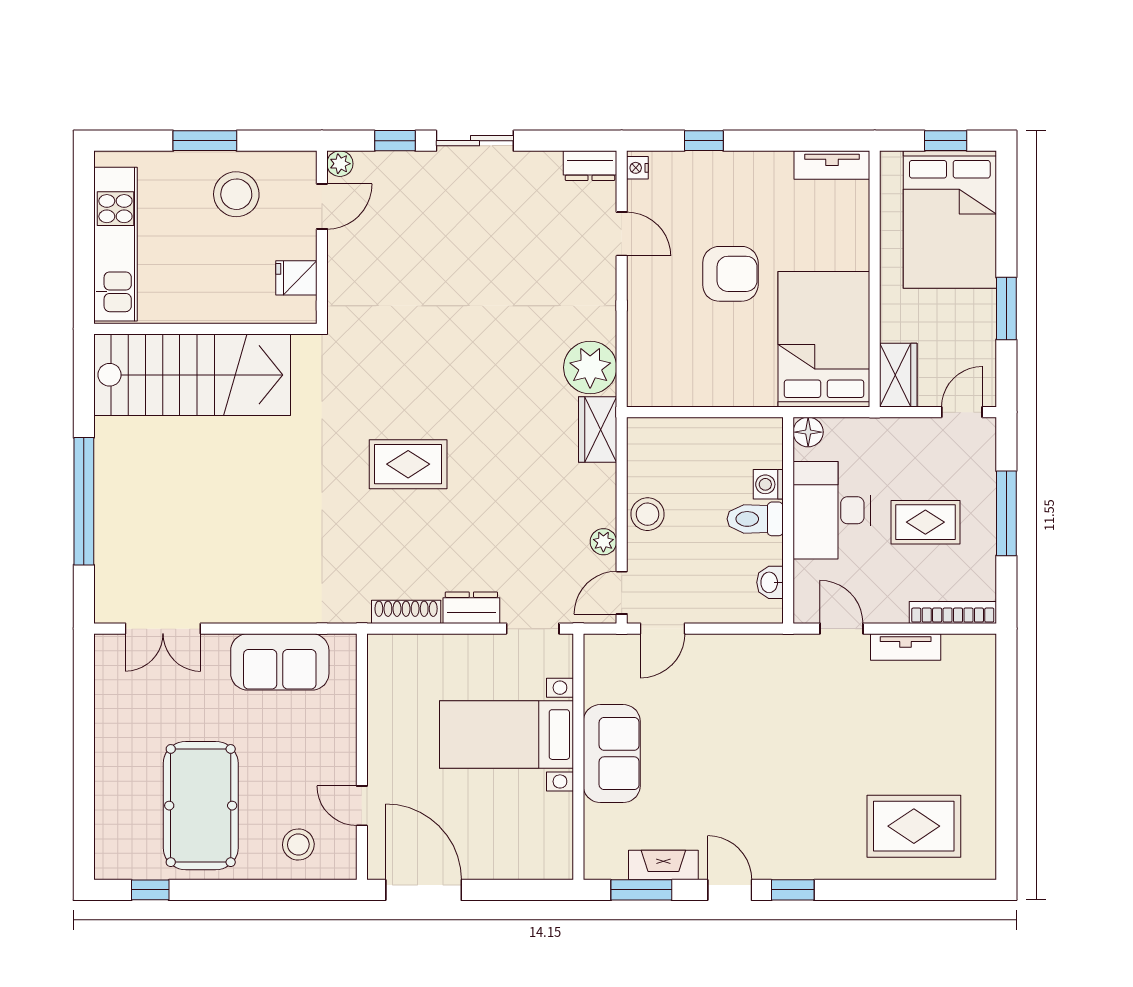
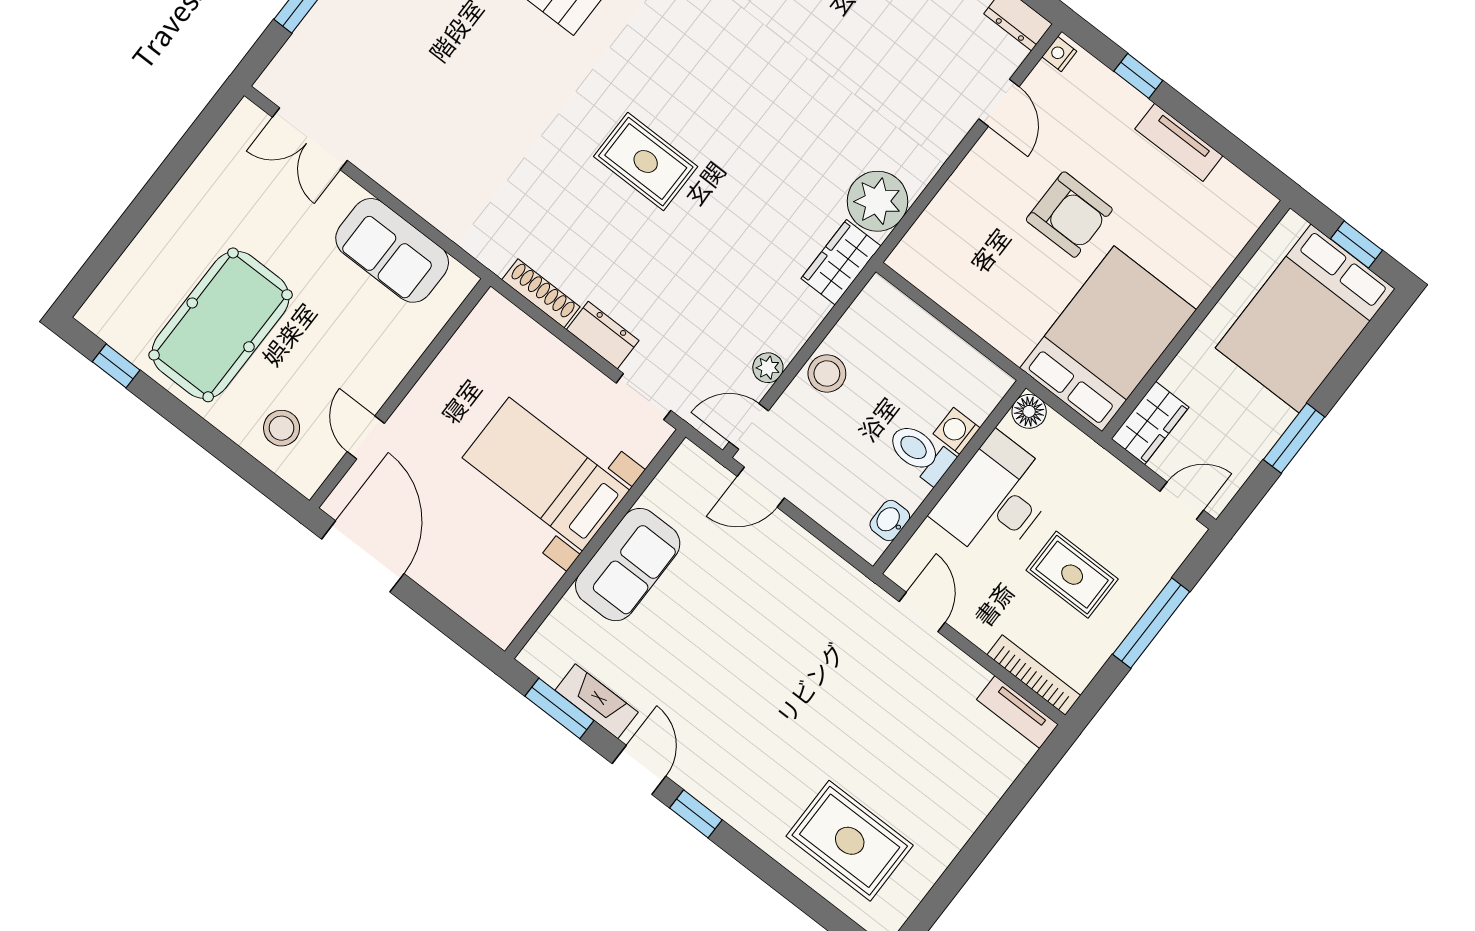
tv unit: (832, 165) -> (1179, 142), moved
tv unit: (906, 647) -> (1017, 712), moved

